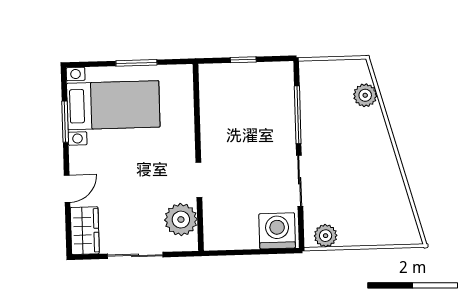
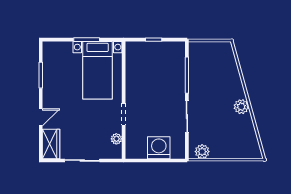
plant: (365, 95) -> (241, 107), moved
bed with nightstands: (113, 105) -> (98, 70), moved, turned 90
plant: (181, 220) -> (116, 139), width x0.53, depth x0.53
washing machine: (277, 231) -> (159, 148), moved

